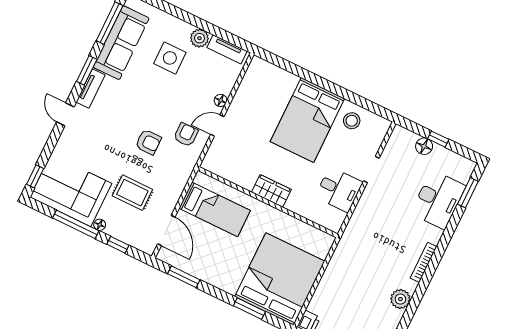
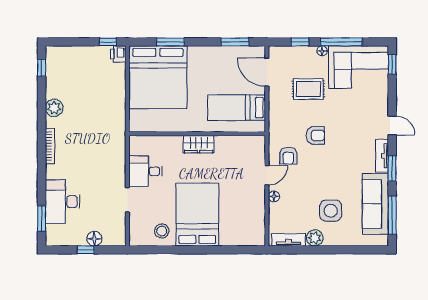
armchair: (148, 142) -> (315, 135), turned 180

